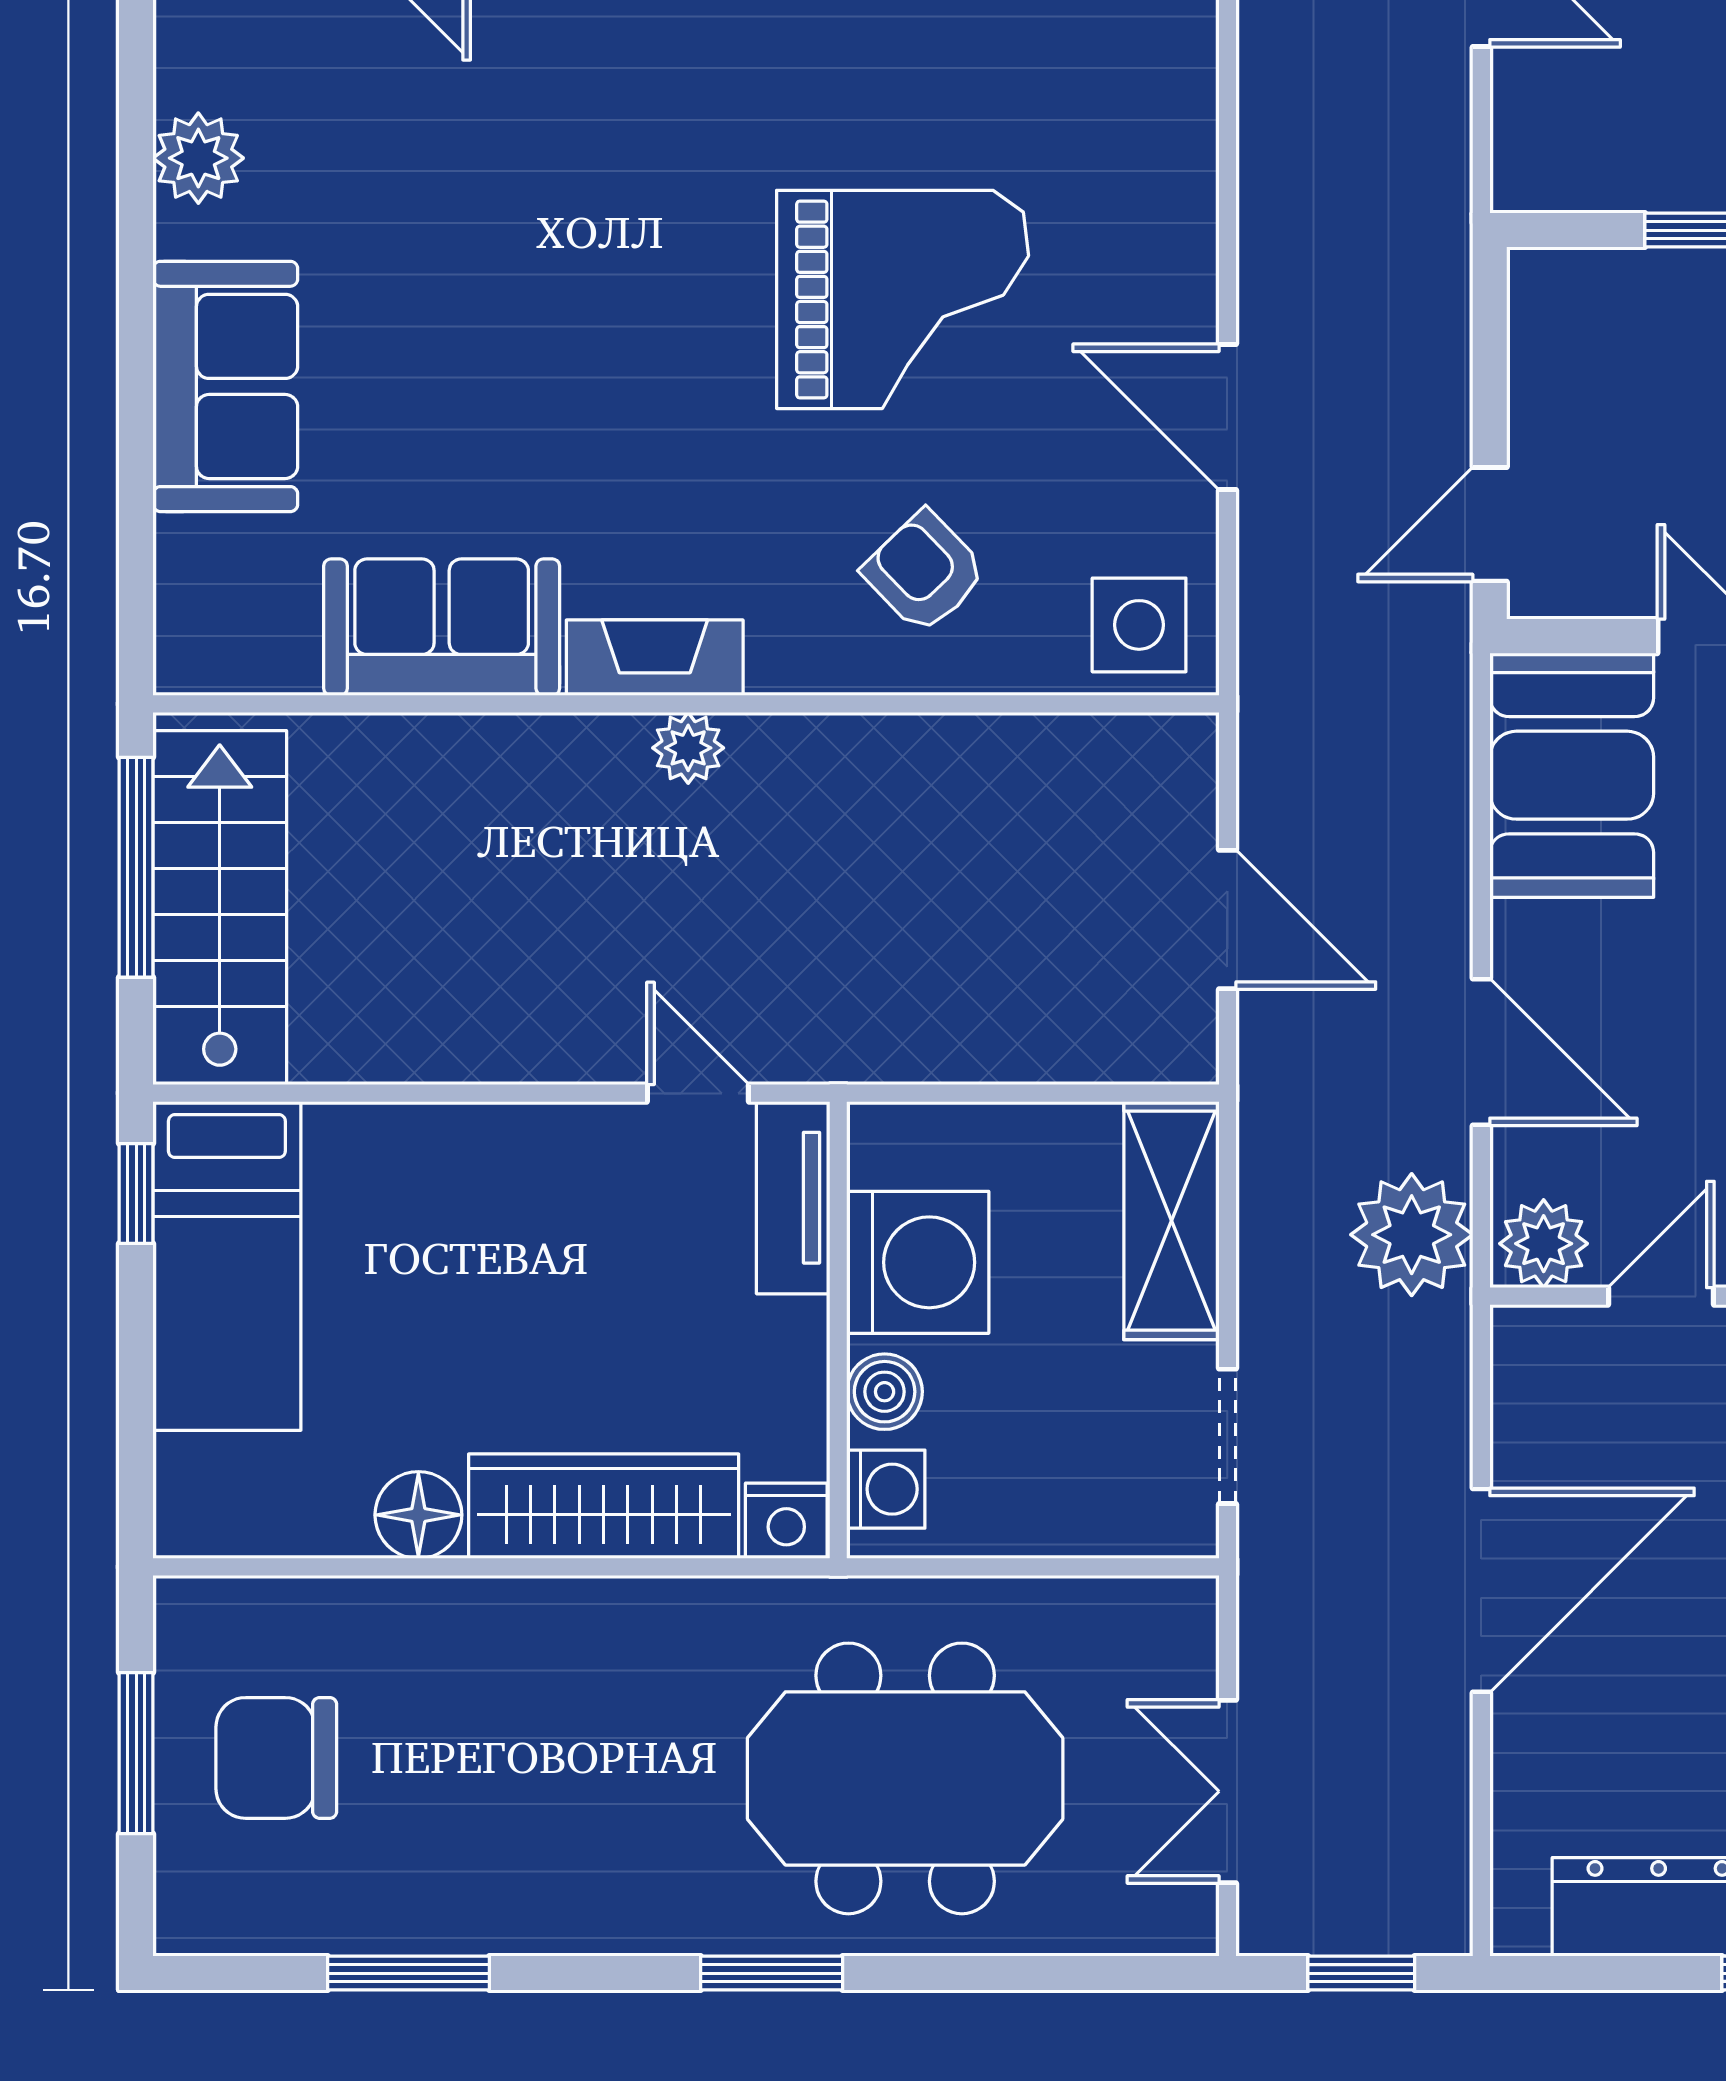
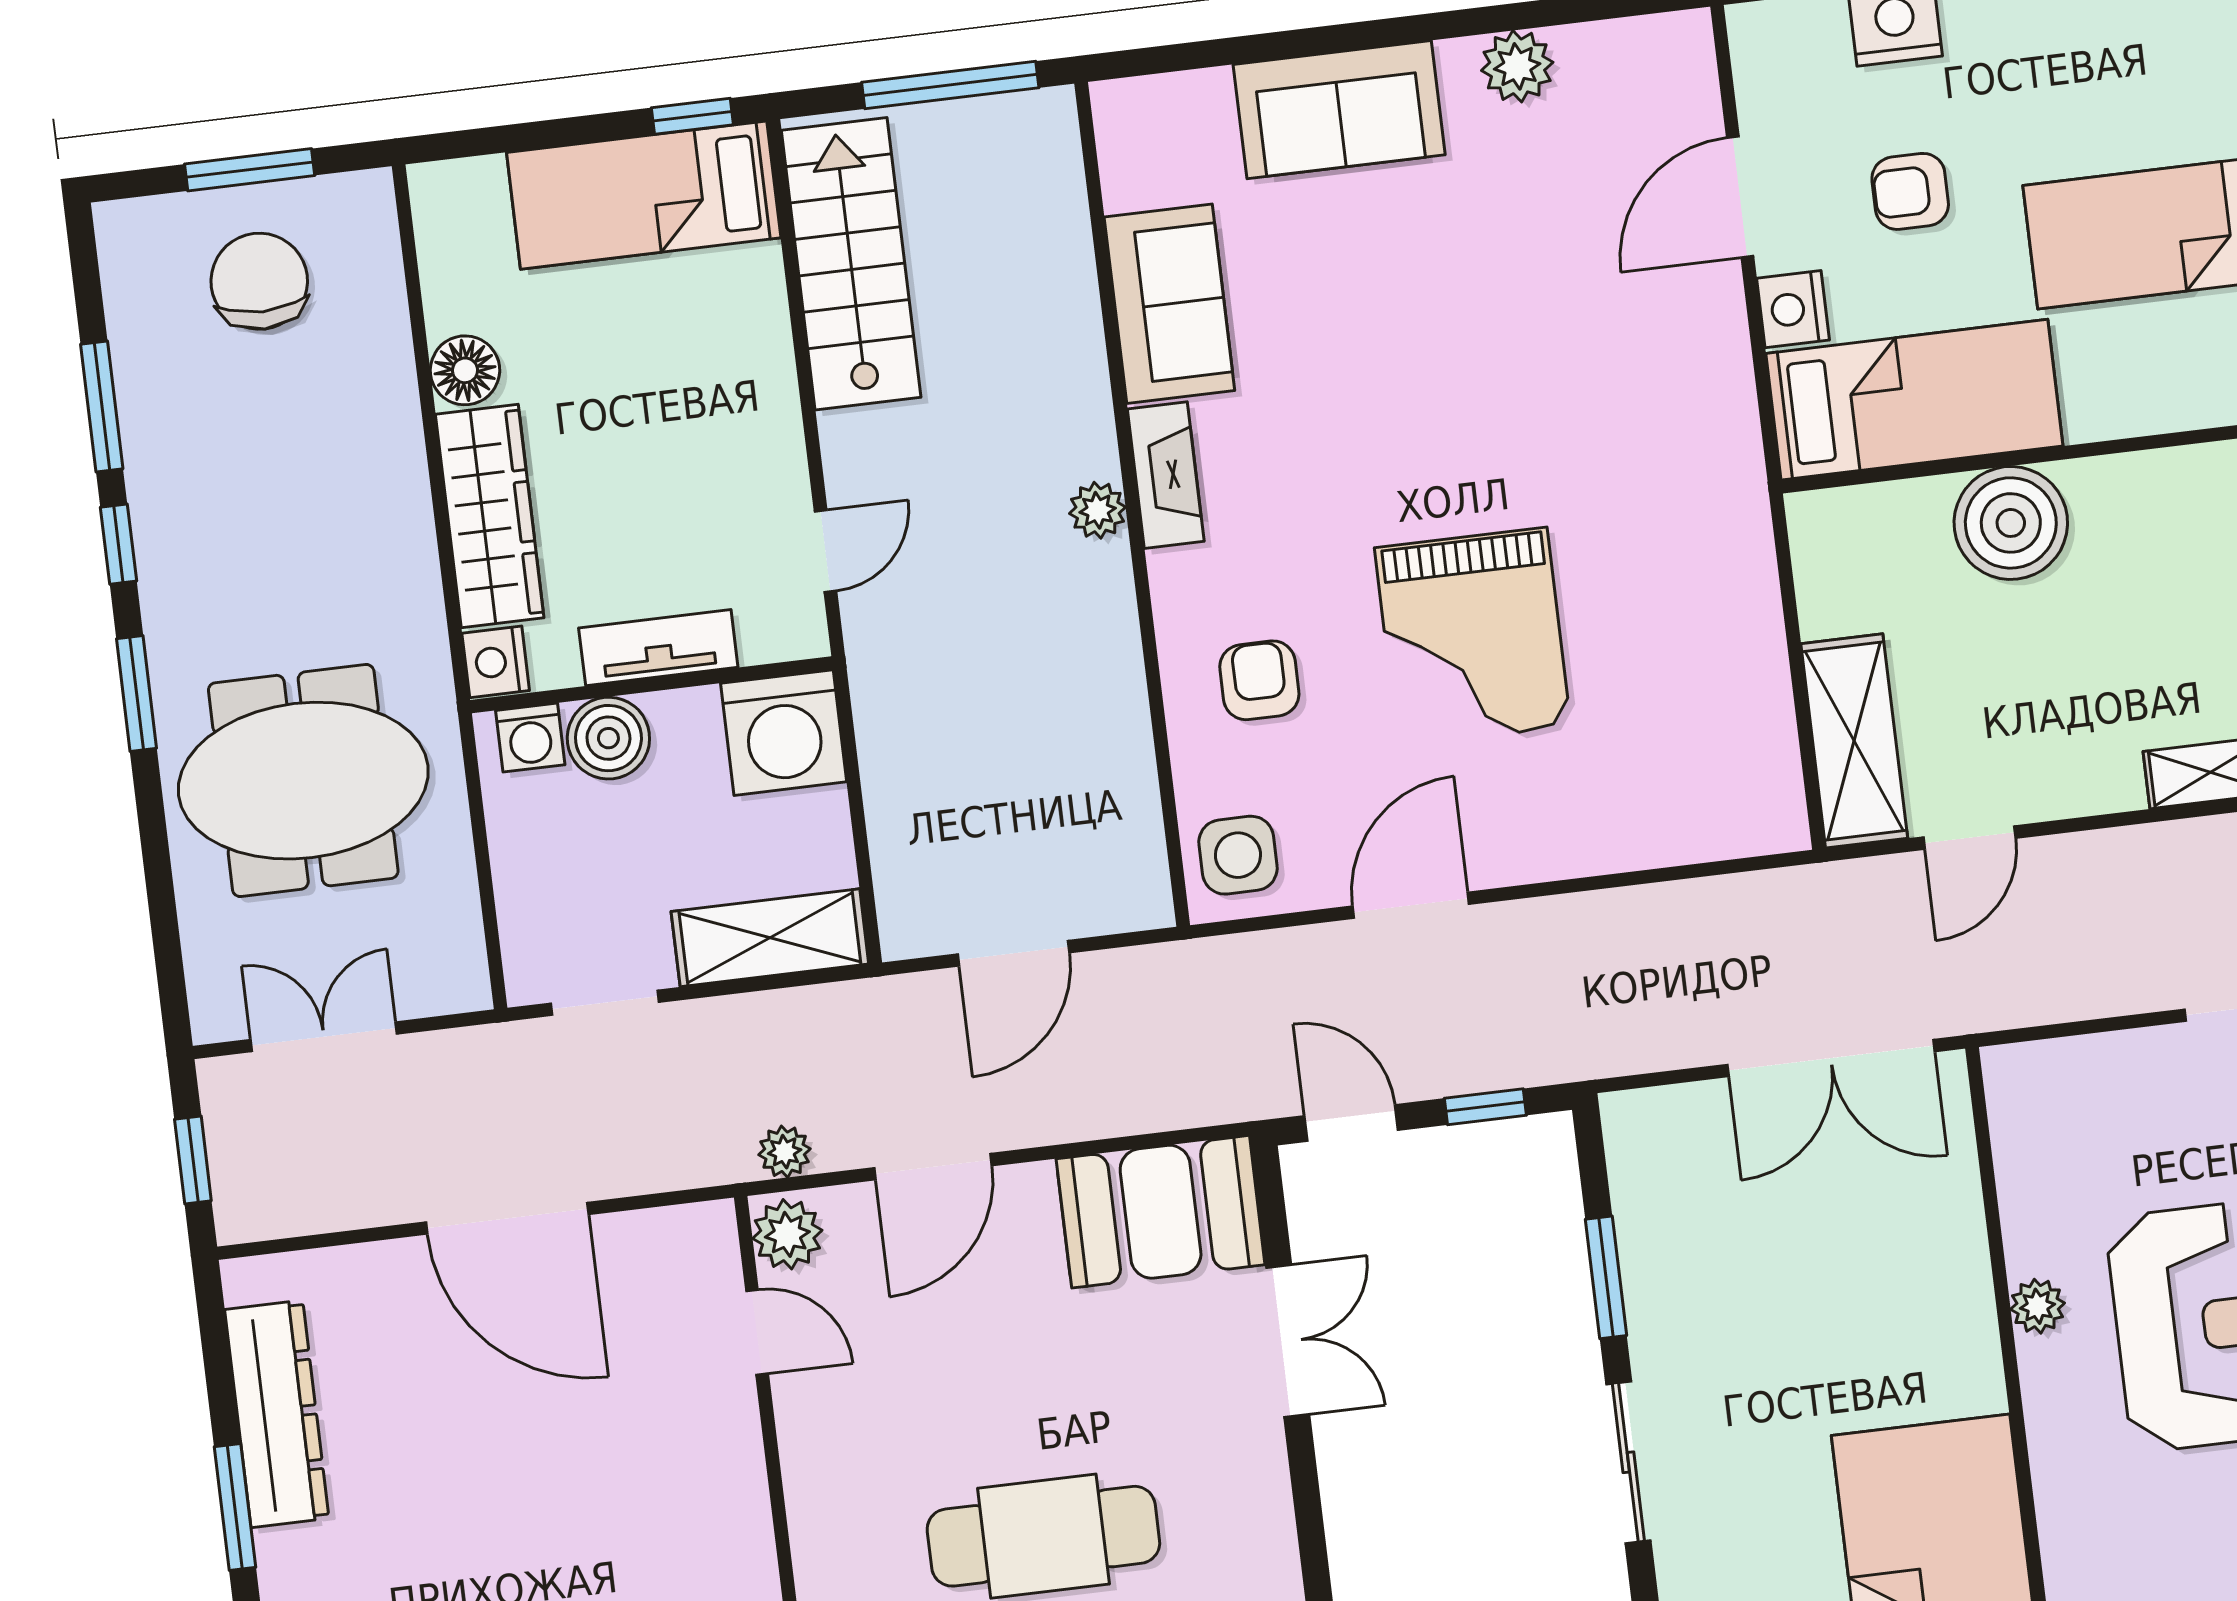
window: (1490, 355) -> (1485, 1107), added
armchair: (924, 572) -> (1259, 680), turned -46
stairs: (220, 908) -> (851, 264), moved, turned -90
tv unit: (793, 1198) -> (658, 648), moved
plant: (1412, 1235) -> (785, 1152), width x0.53, depth x0.53
washing machine: (918, 1262) -> (784, 733), moved
boiler: (885, 1392) -> (608, 738), width x1.36, depth x1.36
meeting table: (905, 1778) -> (303, 781), turned 90
window: (583, 1973) -> (118, 544), added

